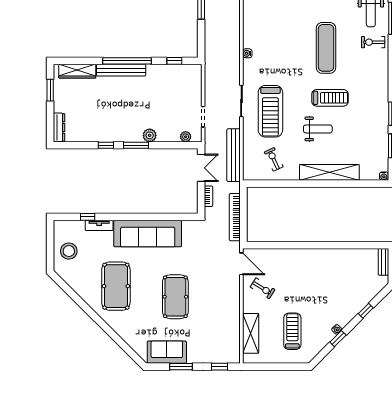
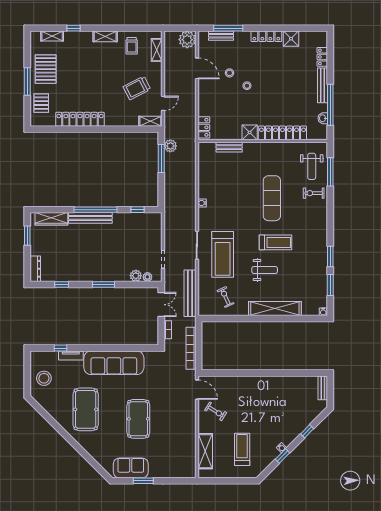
plant: (150, 135) -> (136, 276), moved
window: (106, 145) -> (62, 285), moved
window: (220, 367) -> (177, 481), removed

